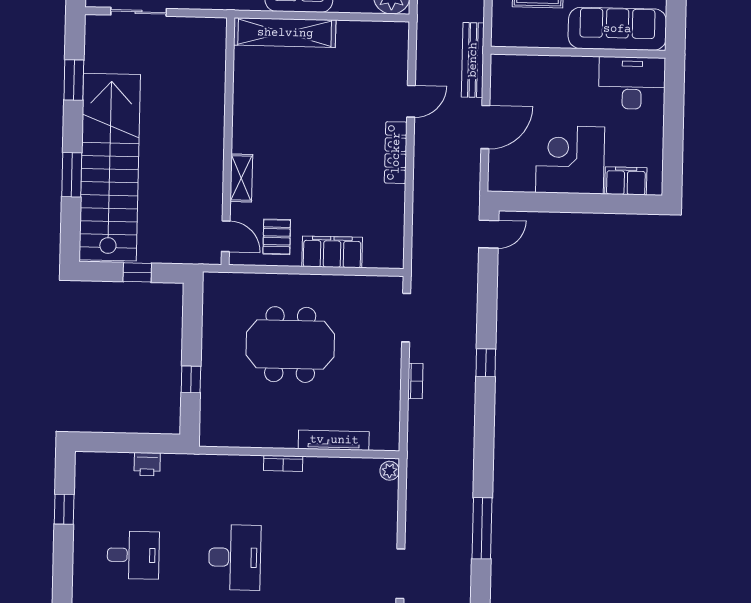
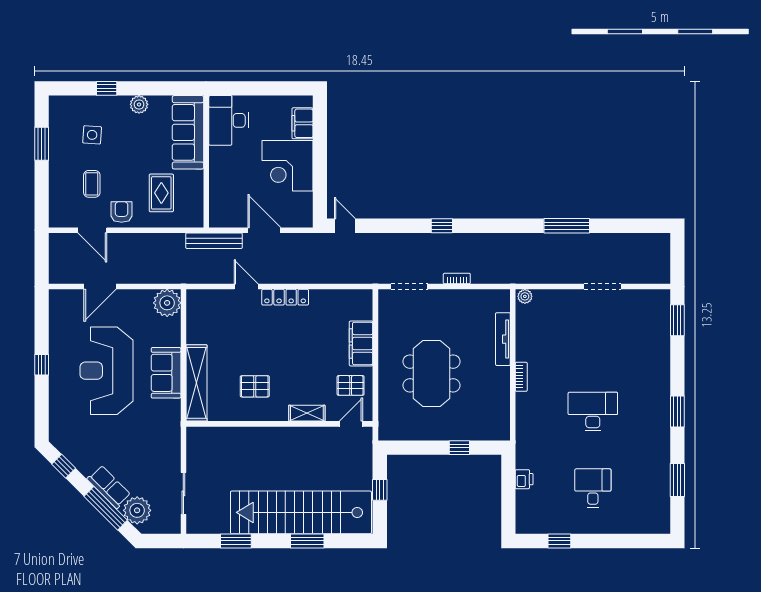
pallet: (278, 110) -> (255, 386), added

